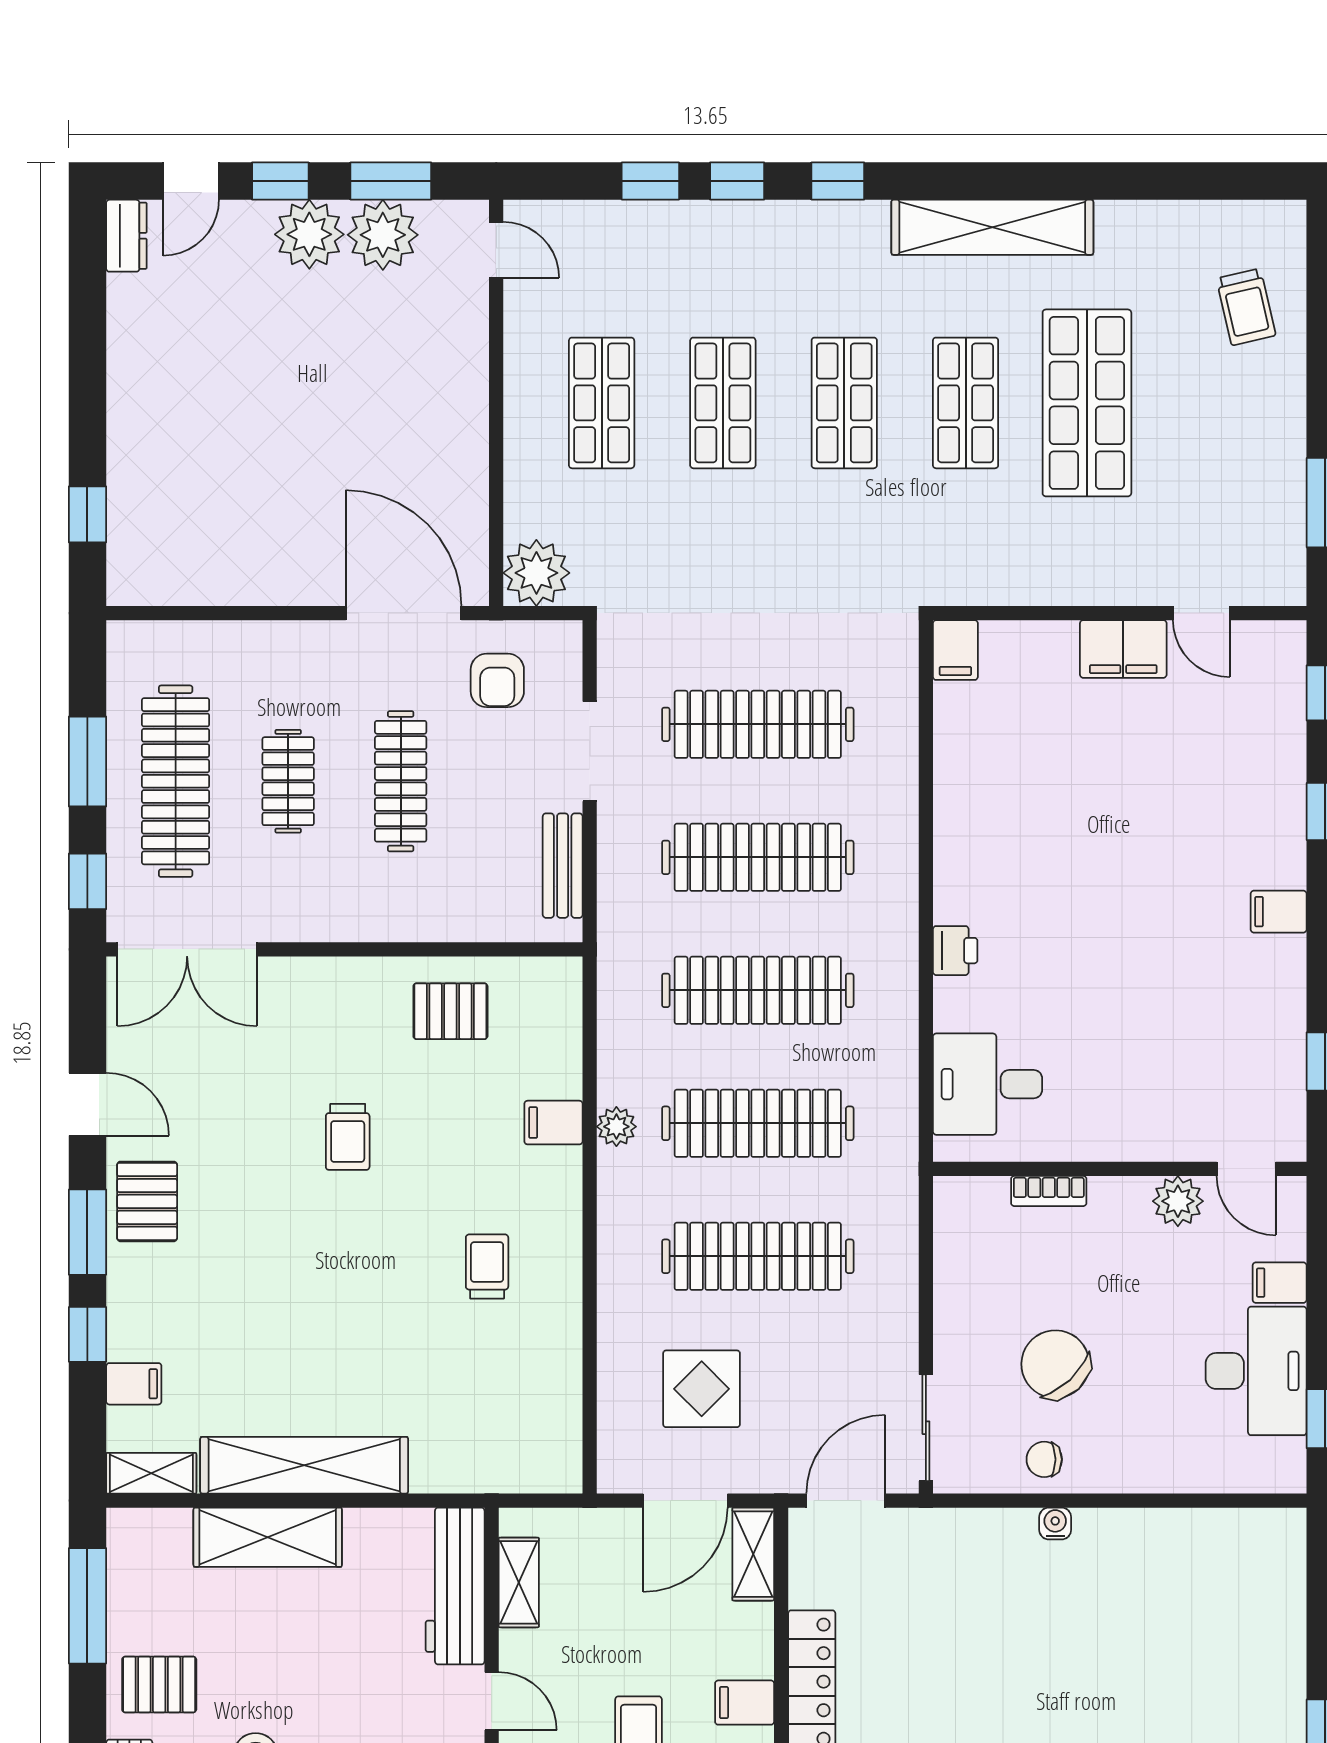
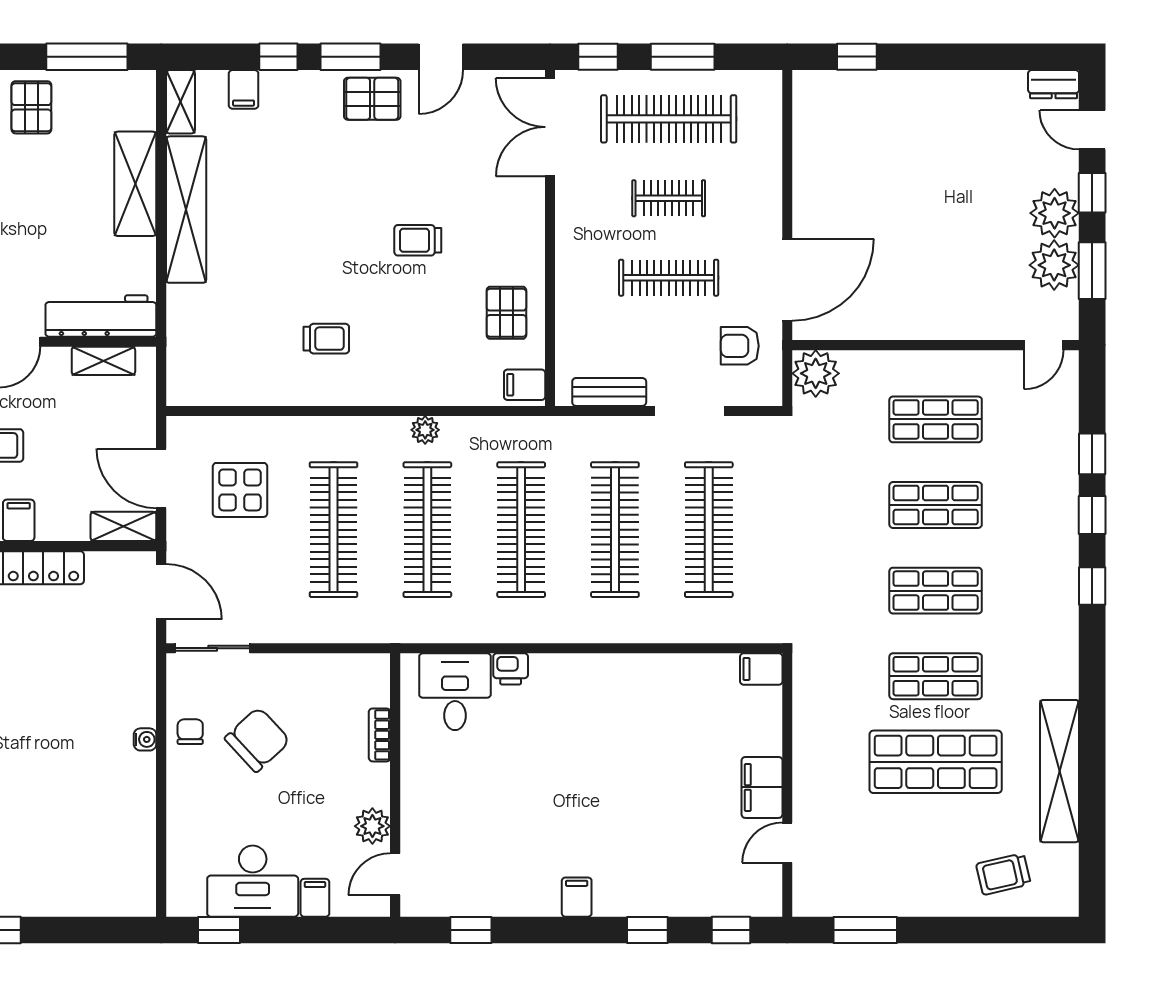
shelving: (992, 227) -> (1060, 771), moved
printer: (955, 951) -> (511, 669), moved
filing cabinet: (553, 1123) -> (525, 385), moved, turned -90

